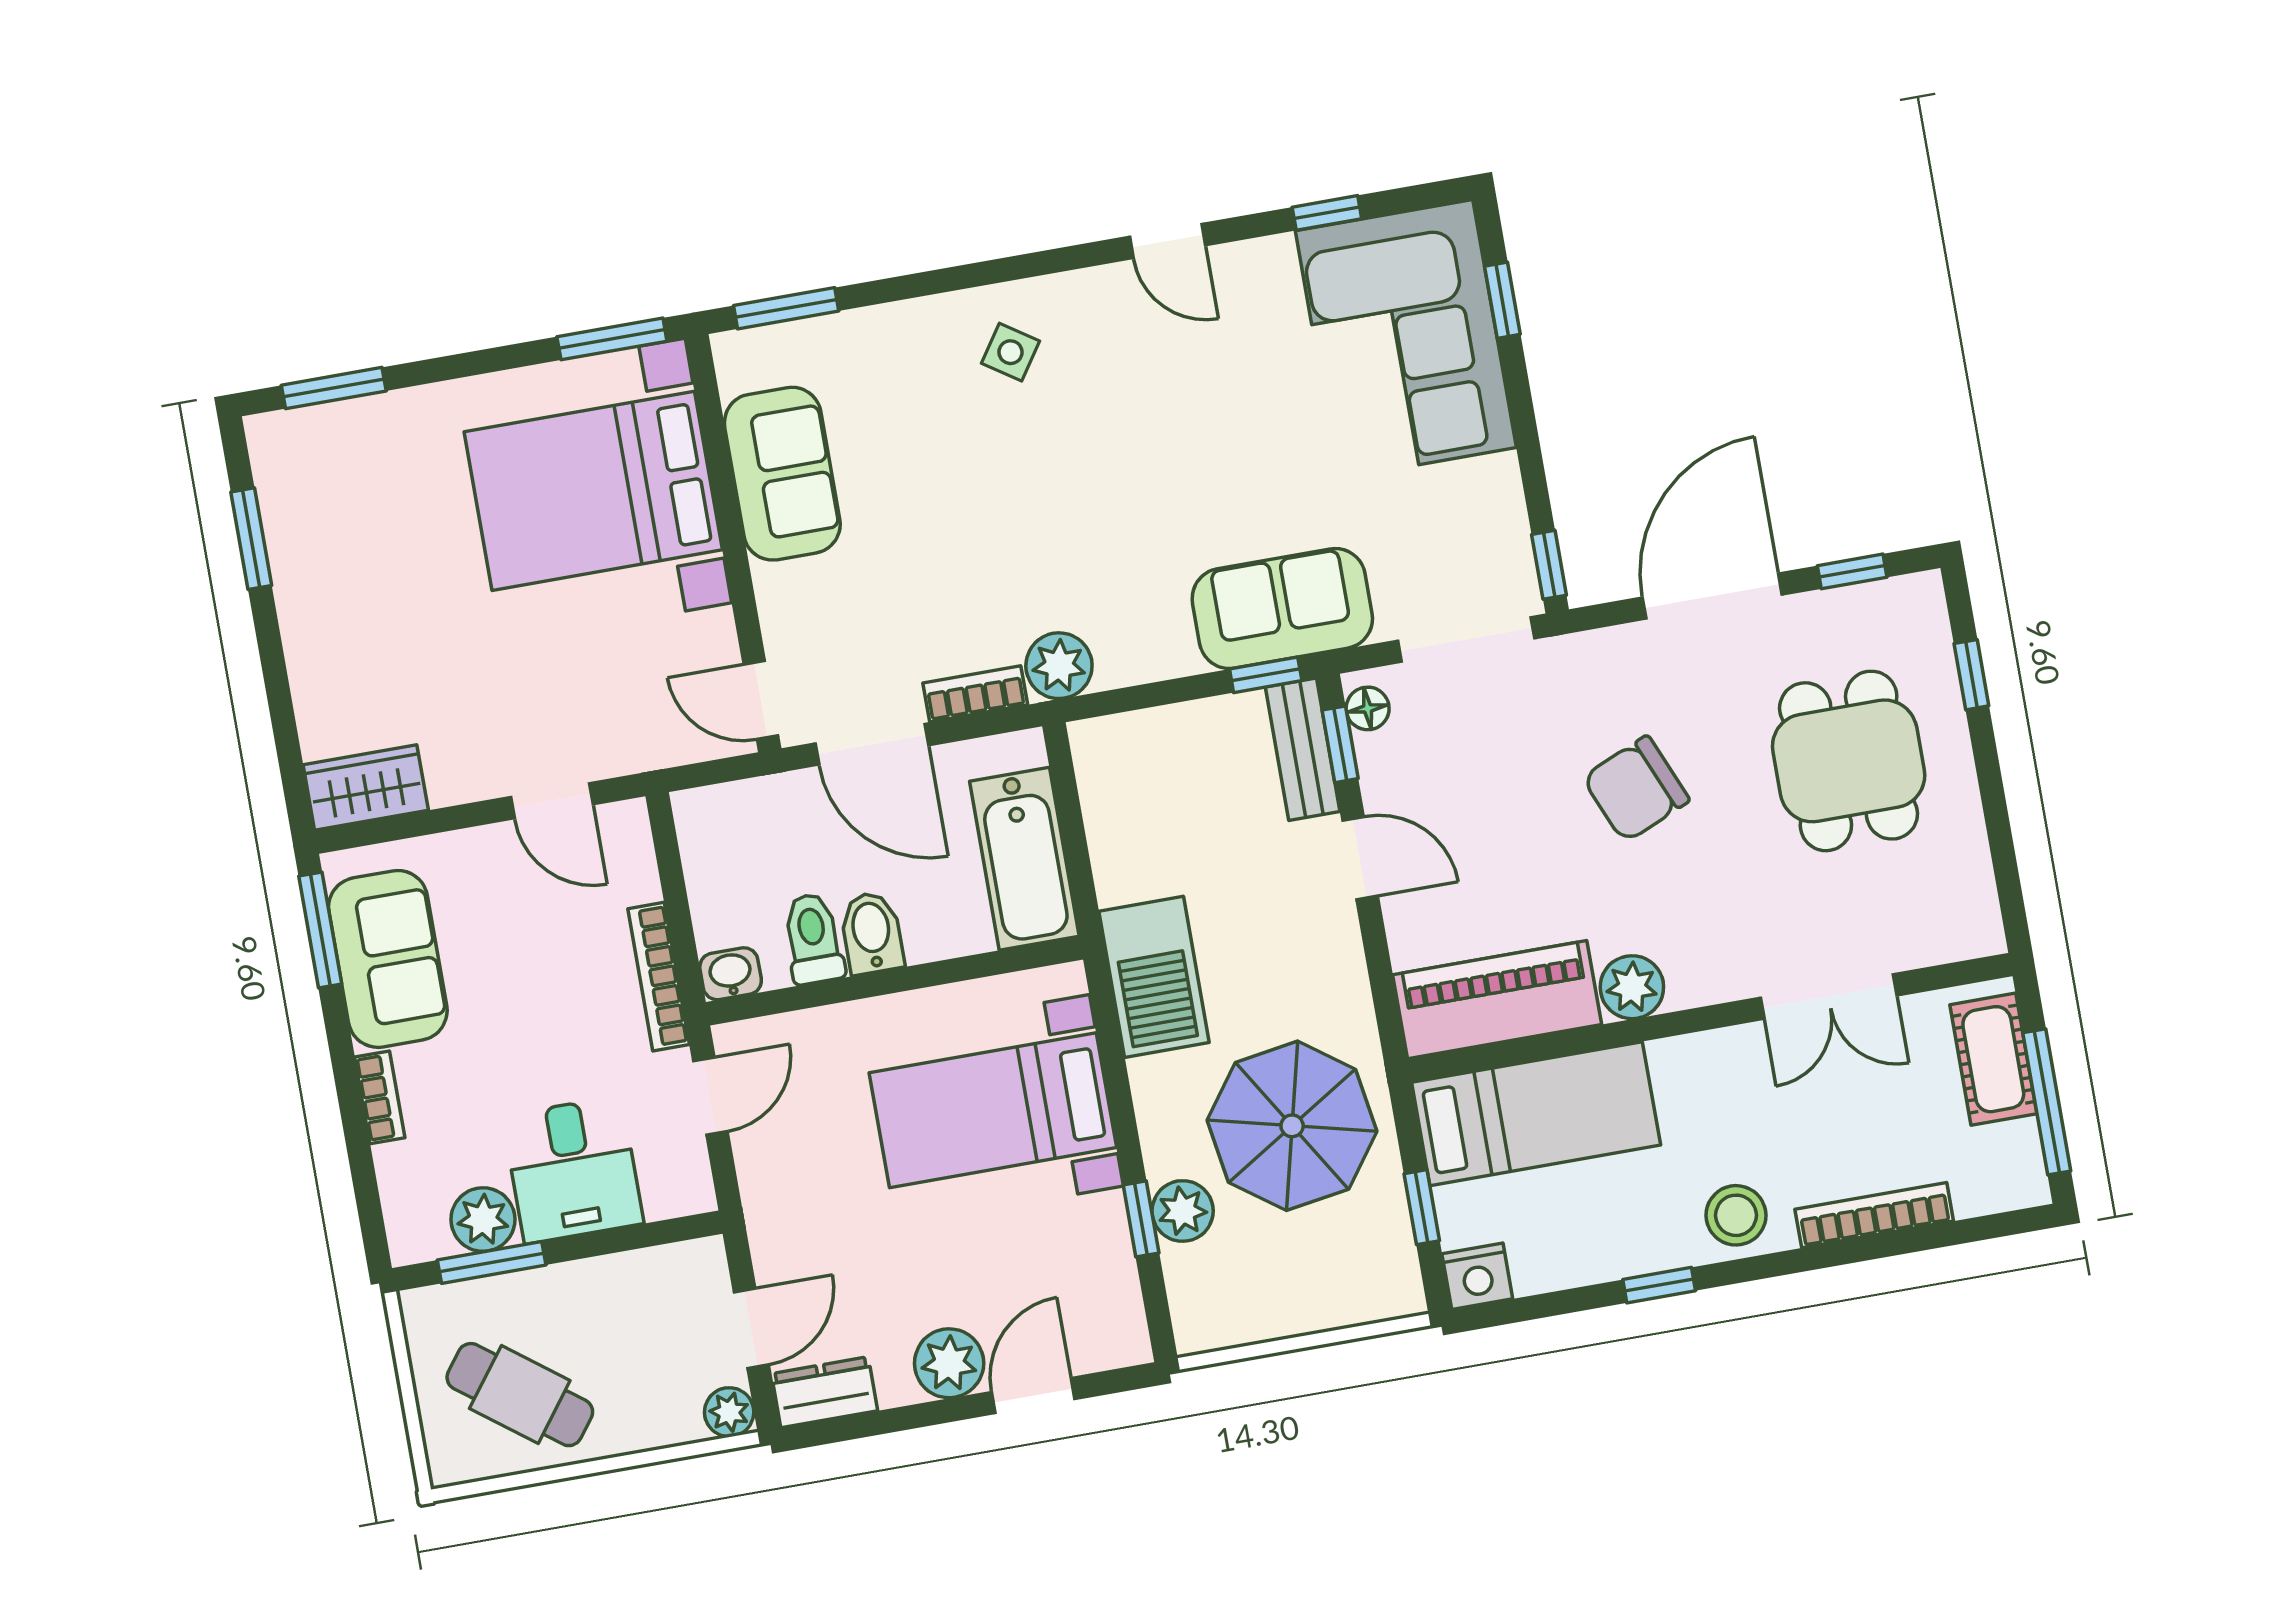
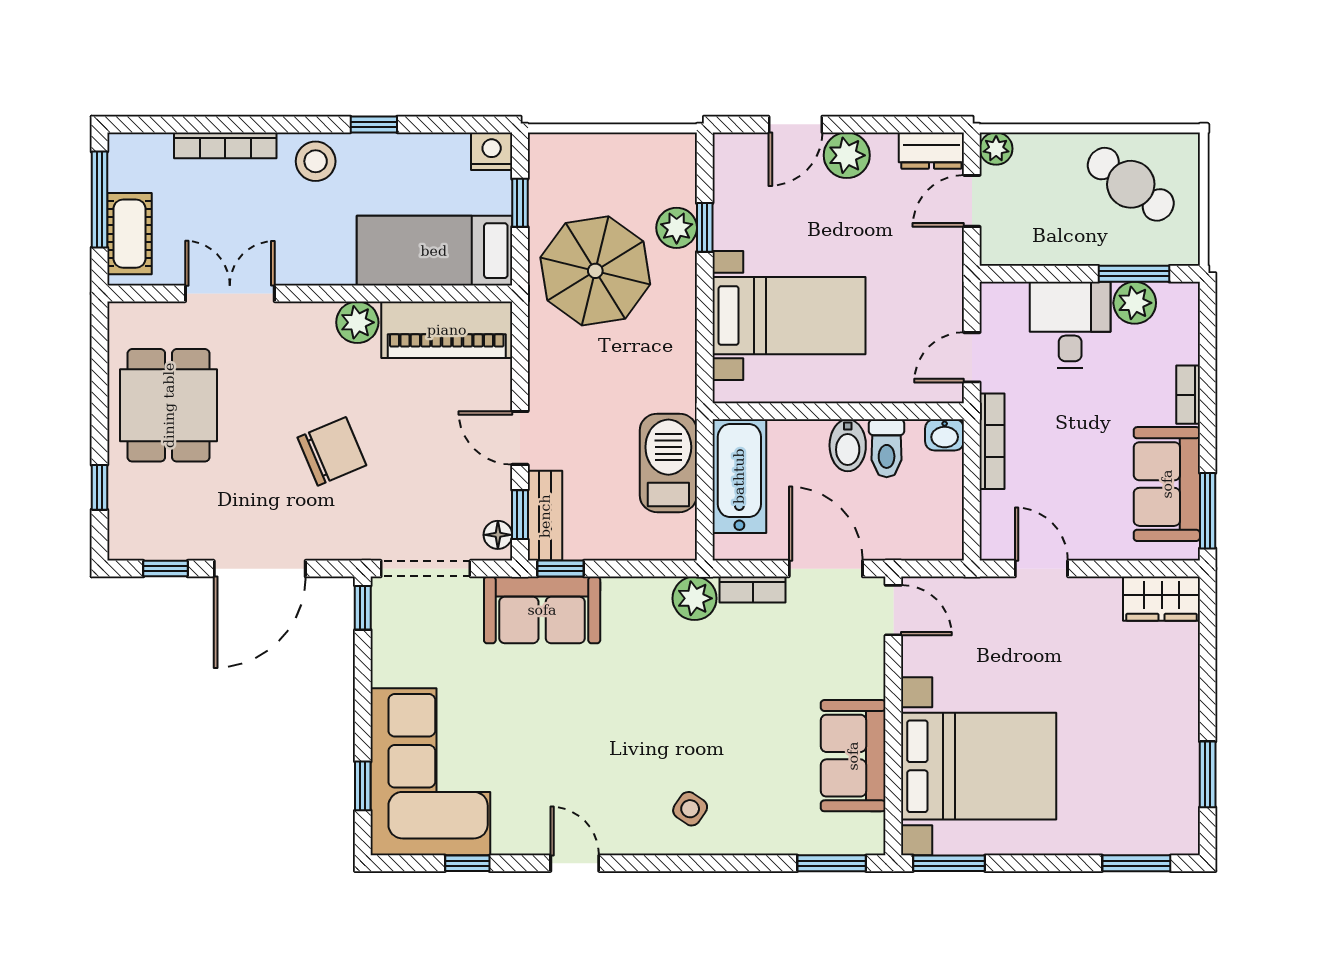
dining table: (1849, 761) -> (169, 405), moved
barbecue: (1154, 977) -> (668, 463), moved

